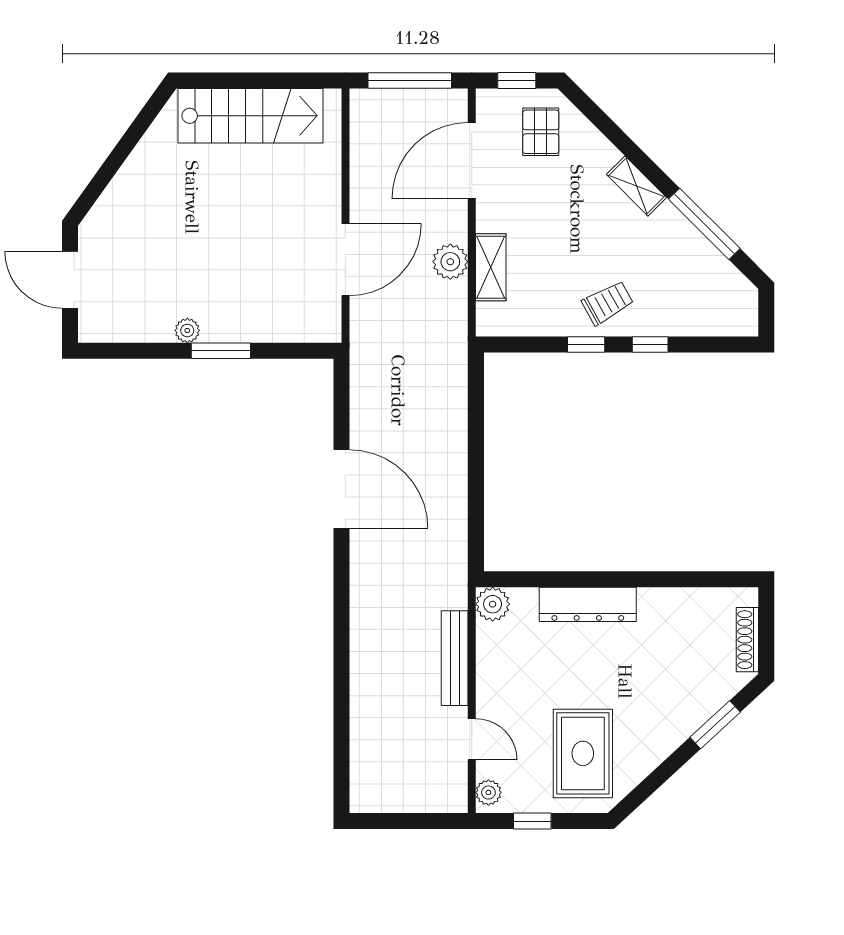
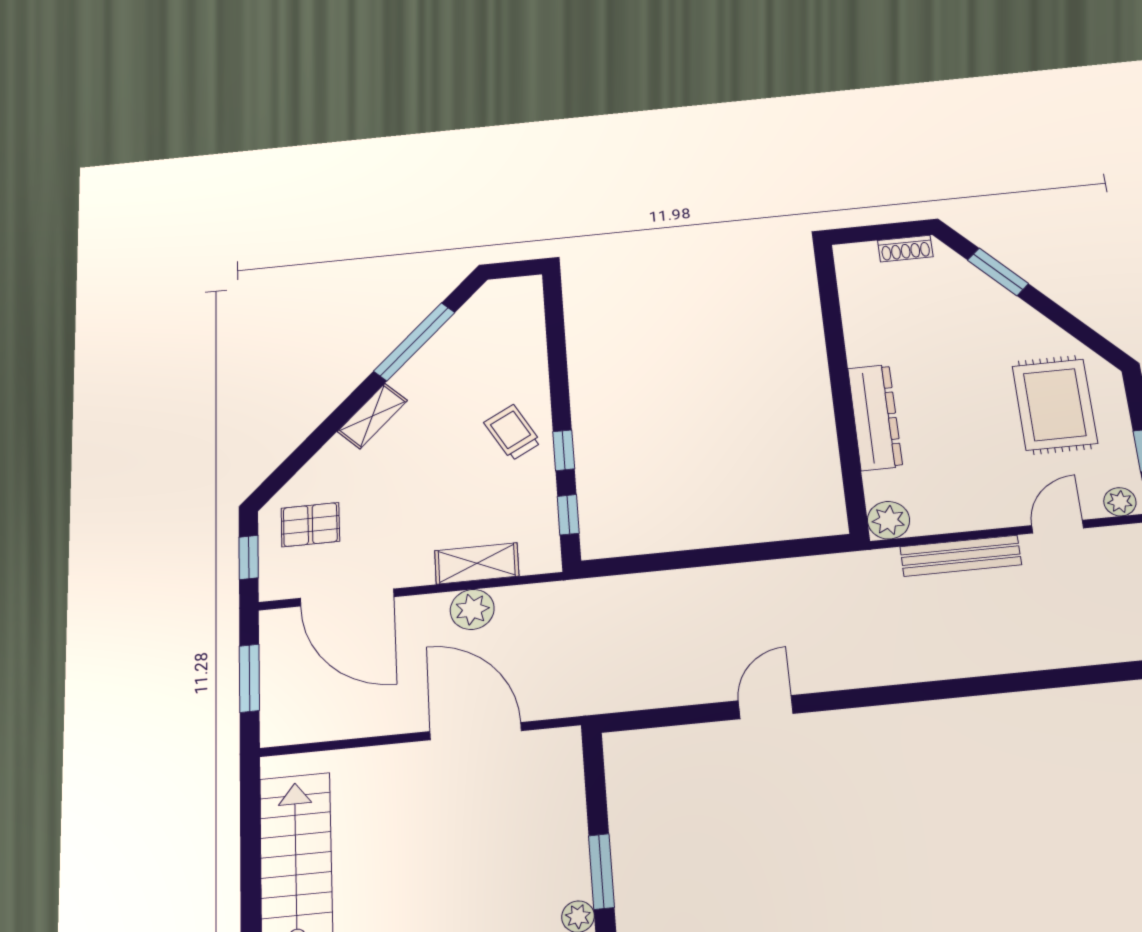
window: (410, 81) -> (249, 678), width x0.69
window: (650, 344) -> (568, 515), moved
door: (341, 489) -> (766, 707), width x0.53
shoe rack: (747, 640) -> (905, 249), width x0.70
rug: (583, 753) -> (1055, 405), turned 90

